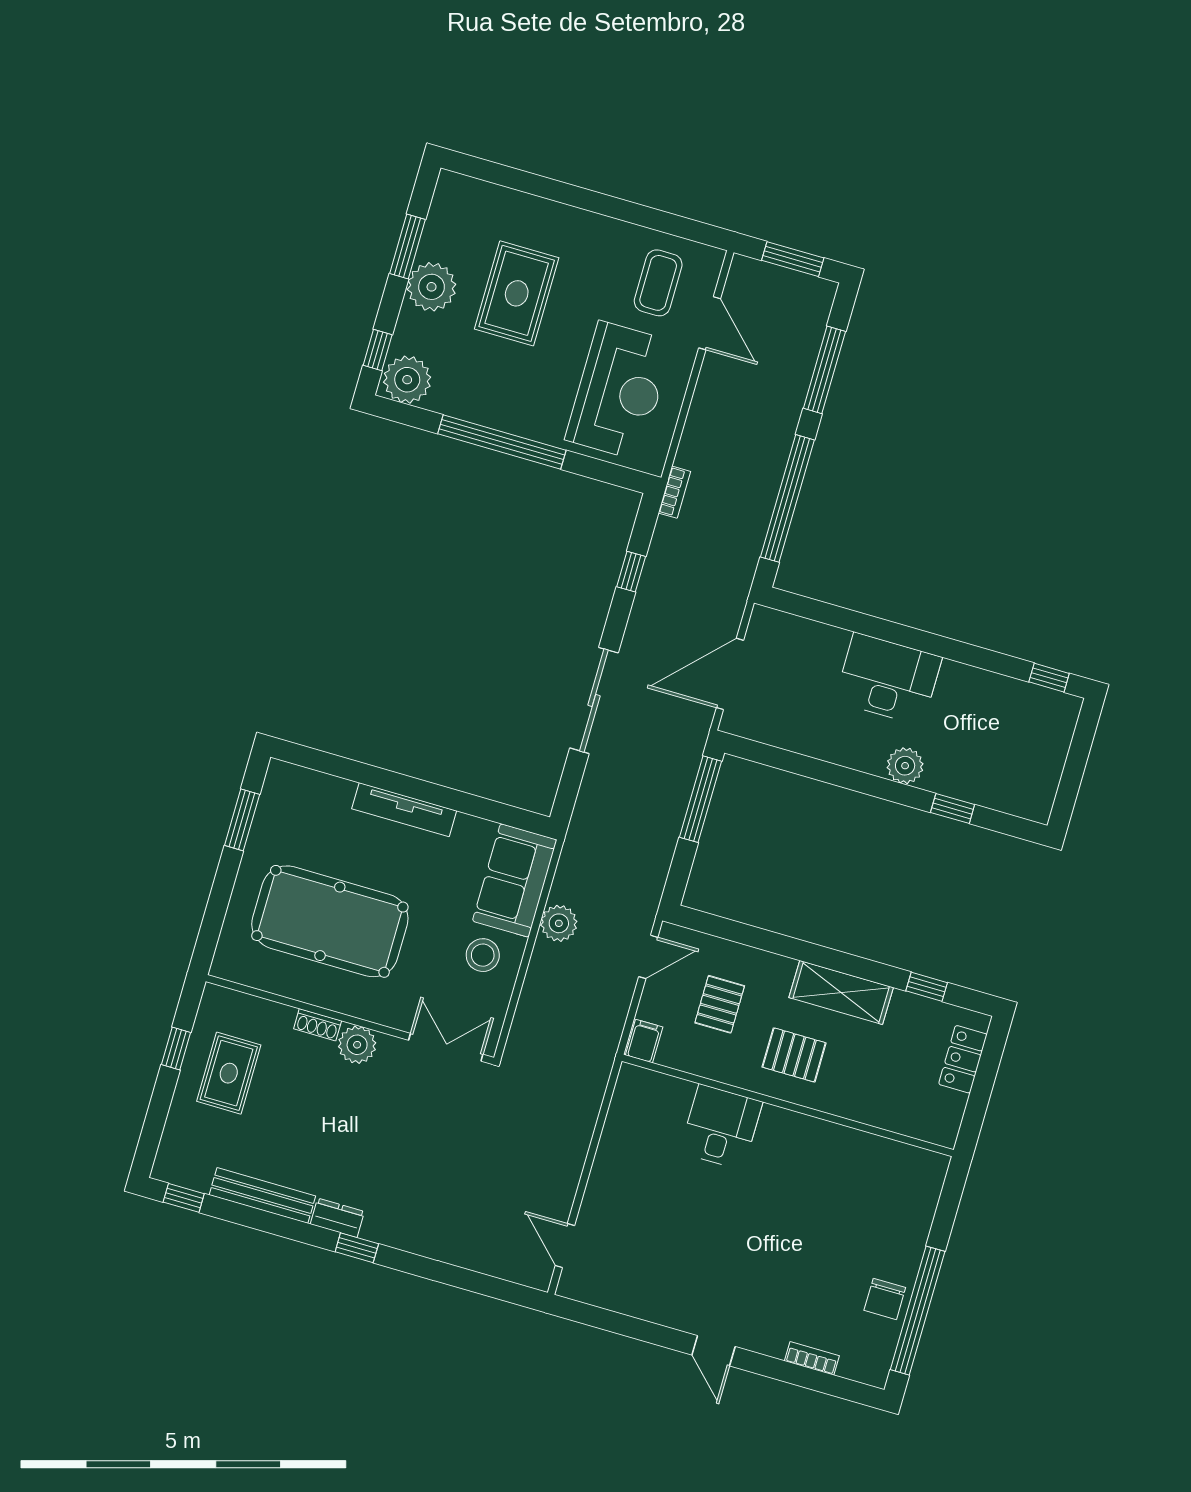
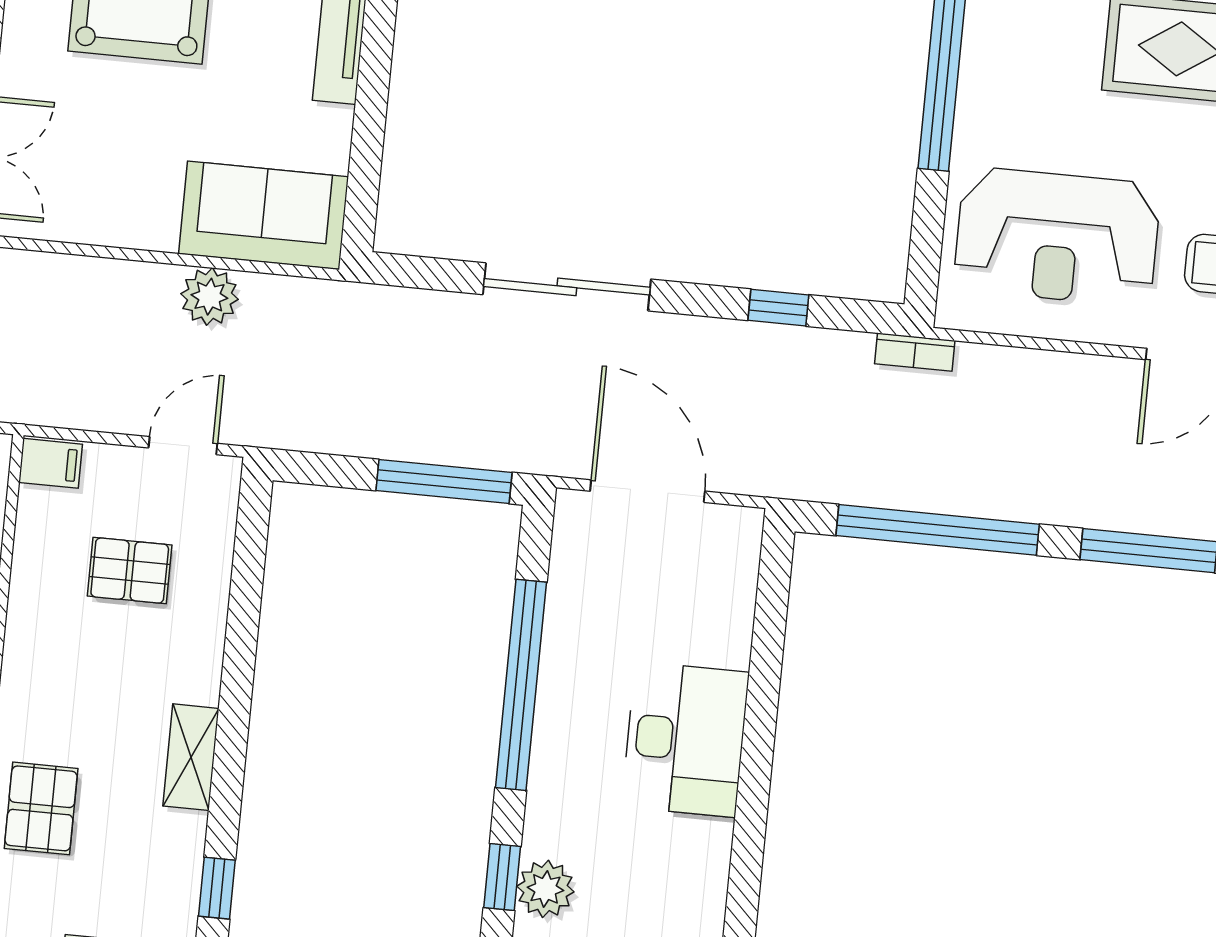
plant: (905, 766) -> (545, 889), moved
window: (836, 775) -> (521, 685), added
stool: (483, 955) -> (138, 187), removed
door: (648, 957) -> (183, 446), swing flipped
shelving: (841, 992) -> (191, 757), width x0.67, depth x0.75
pallet: (794, 1055) -> (41, 808), moved

